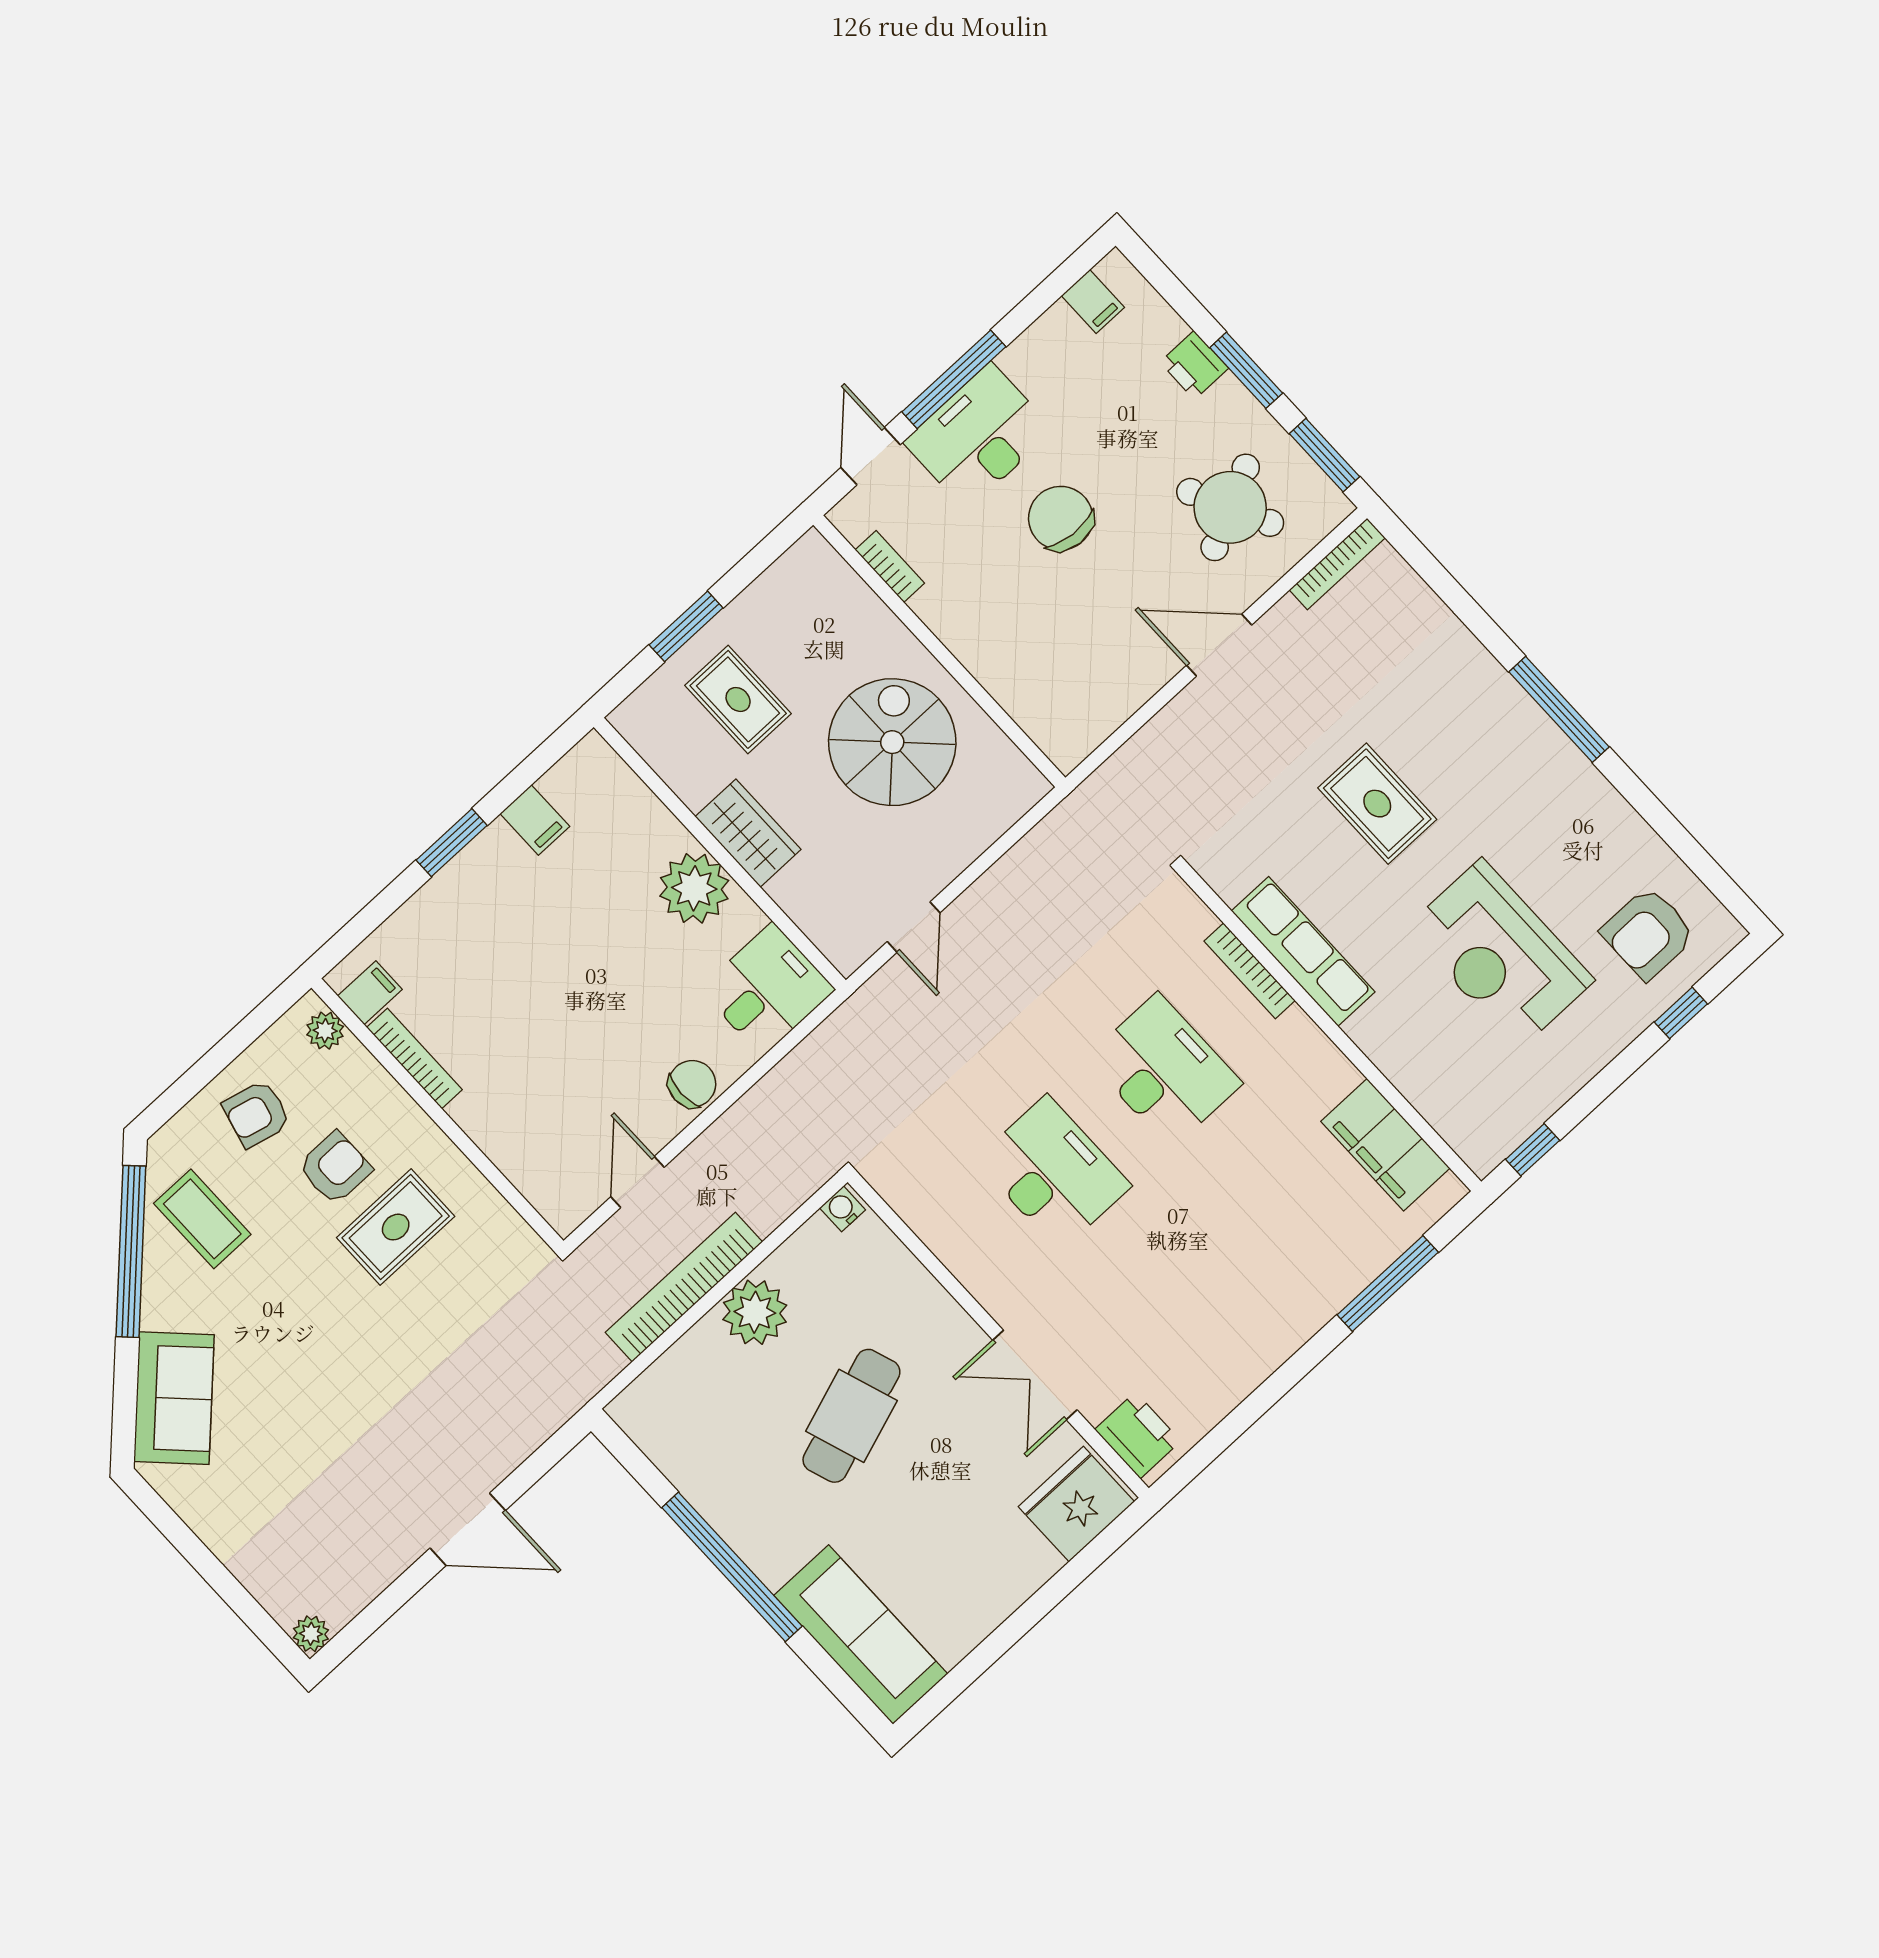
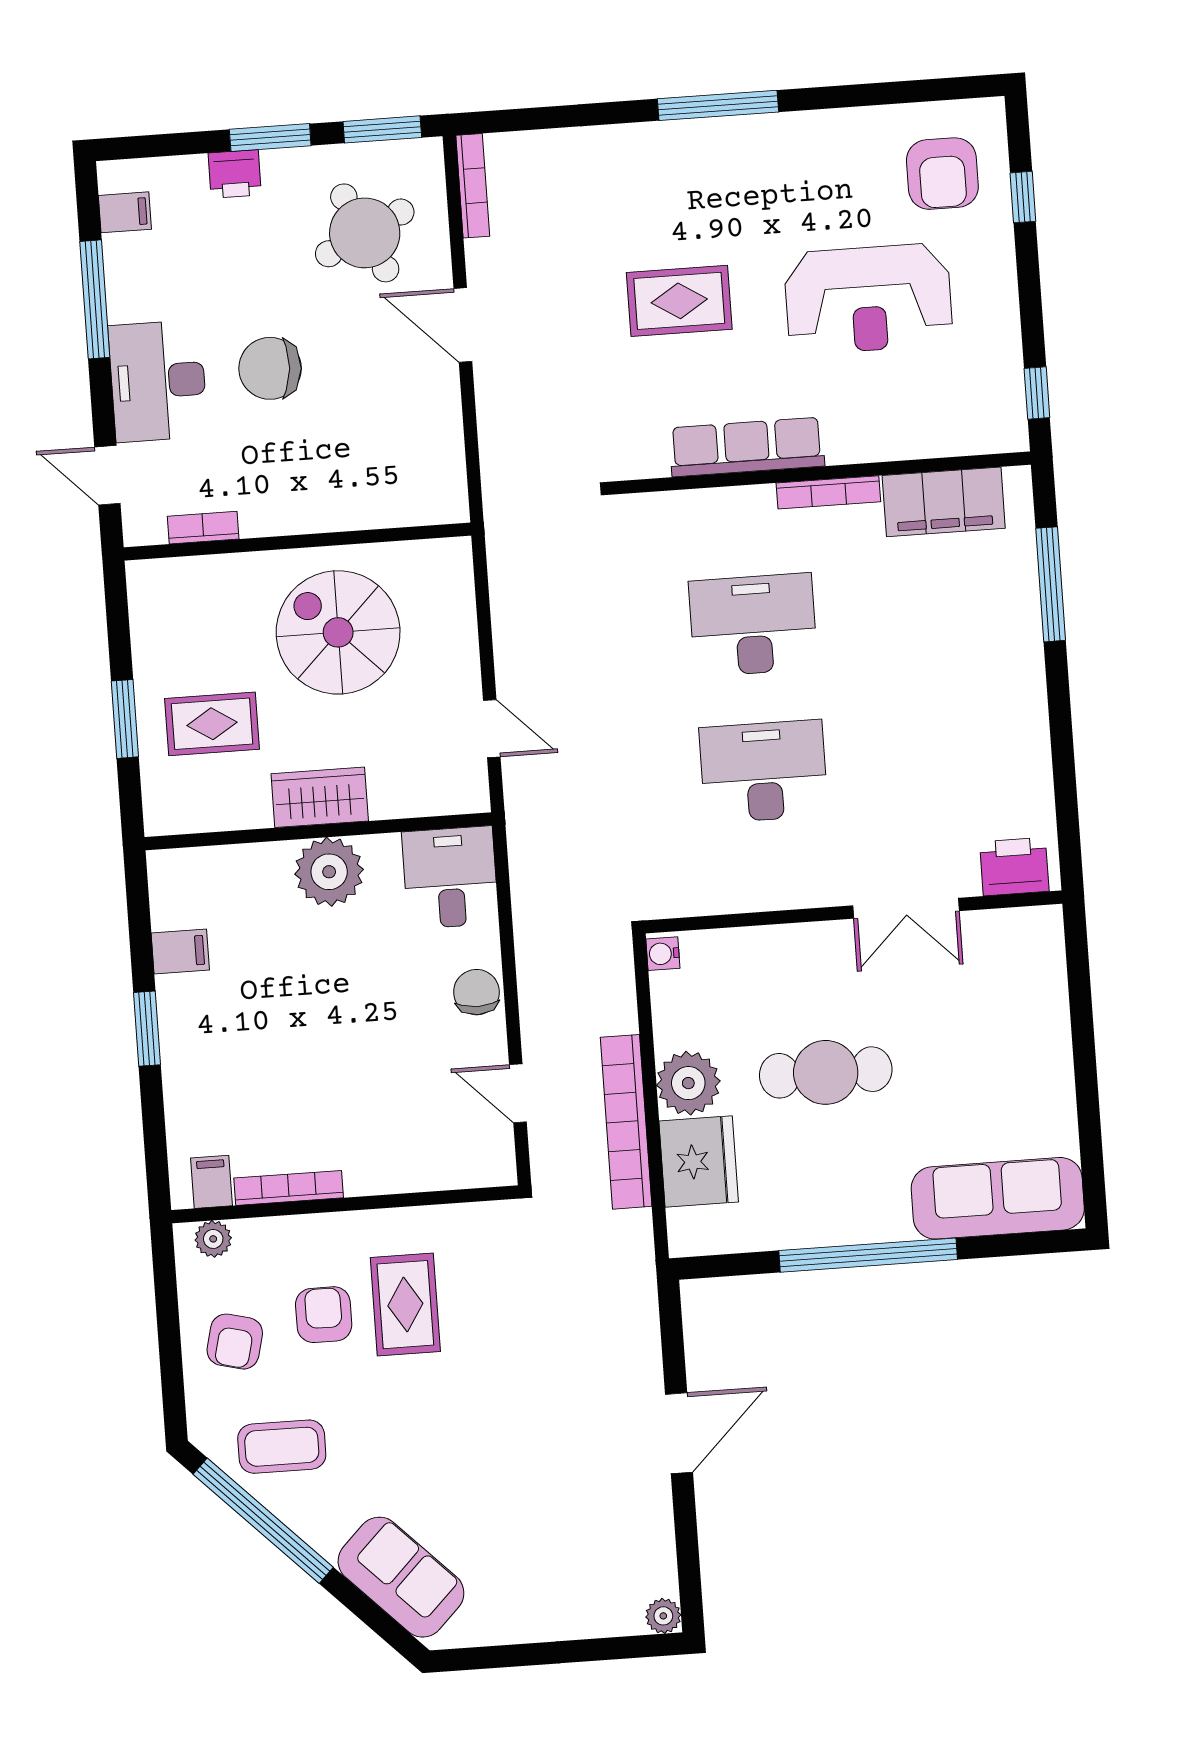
window: (954, 379) -> (95, 299), moved
door: (1219, 645) -> (463, 325), hinge flipped
bookcase: (1250, 971) -> (828, 492), moved
cafe table: (851, 1416) -> (826, 1072), turned -71
fridge: (1076, 1504) -> (699, 1161), moved, turned 180

